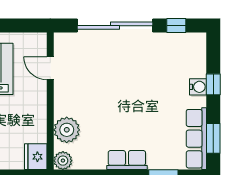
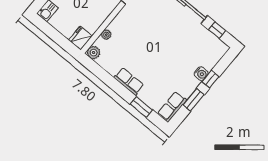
plant: (67, 130) -> (106, 35), width x0.53, depth x0.53
window: (213, 138) -> (194, 100), moved
row of seats: (196, 139) -> (172, 107), width x0.68

